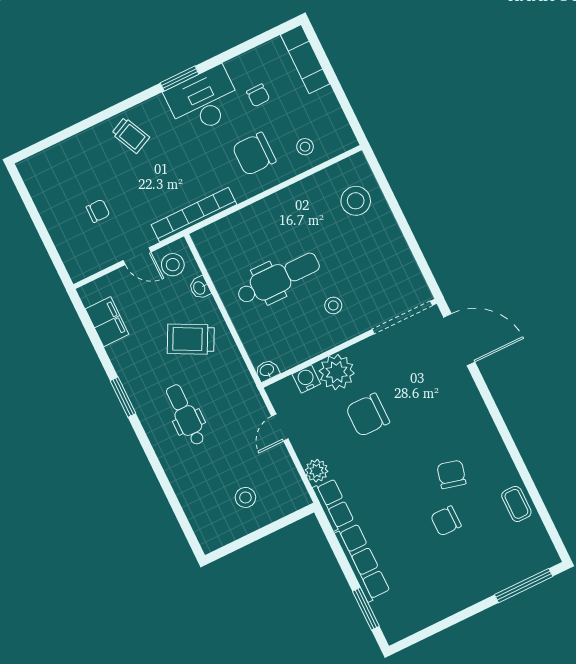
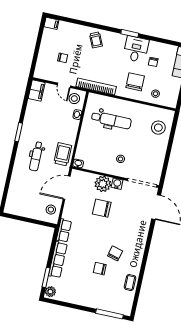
desk: (203, 101) -> (136, 49), width x0.73
chair: (254, 154) -> (135, 82), turned 90
filing cabinet: (32, 167) -> (51, 23), added
dental chair: (278, 279) -> (111, 120), moved
filing cabinet: (107, 322) -> (37, 91), moved
trolley: (191, 339) -> (63, 154), moved, turned 63
water cooler: (306, 379) -> (117, 184), moved
dental chair: (186, 415) -> (36, 156), turned 180
door: (280, 427) -> (67, 188), width x1.87
plant: (317, 471) -> (50, 292), moved
stool: (245, 497) -> (51, 210), moved

